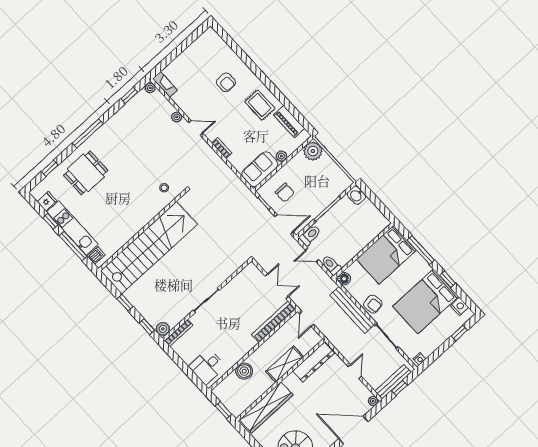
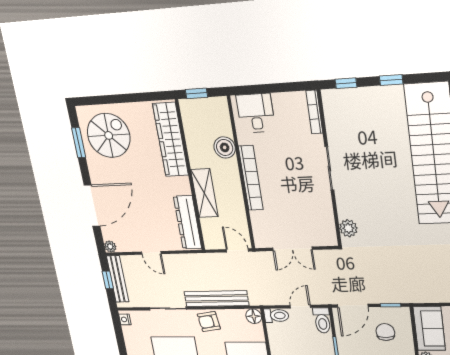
chair: (285, 193) -> (385, 332), turned 90
bookcase: (274, 322) -> (251, 178), moved
plant: (163, 329) -> (348, 228), moved

